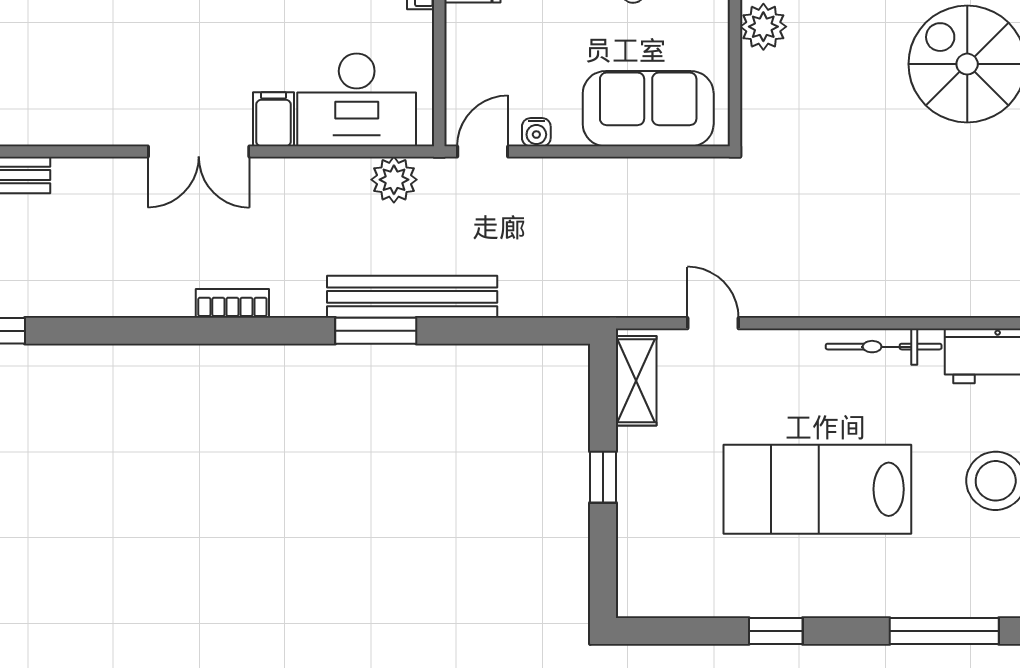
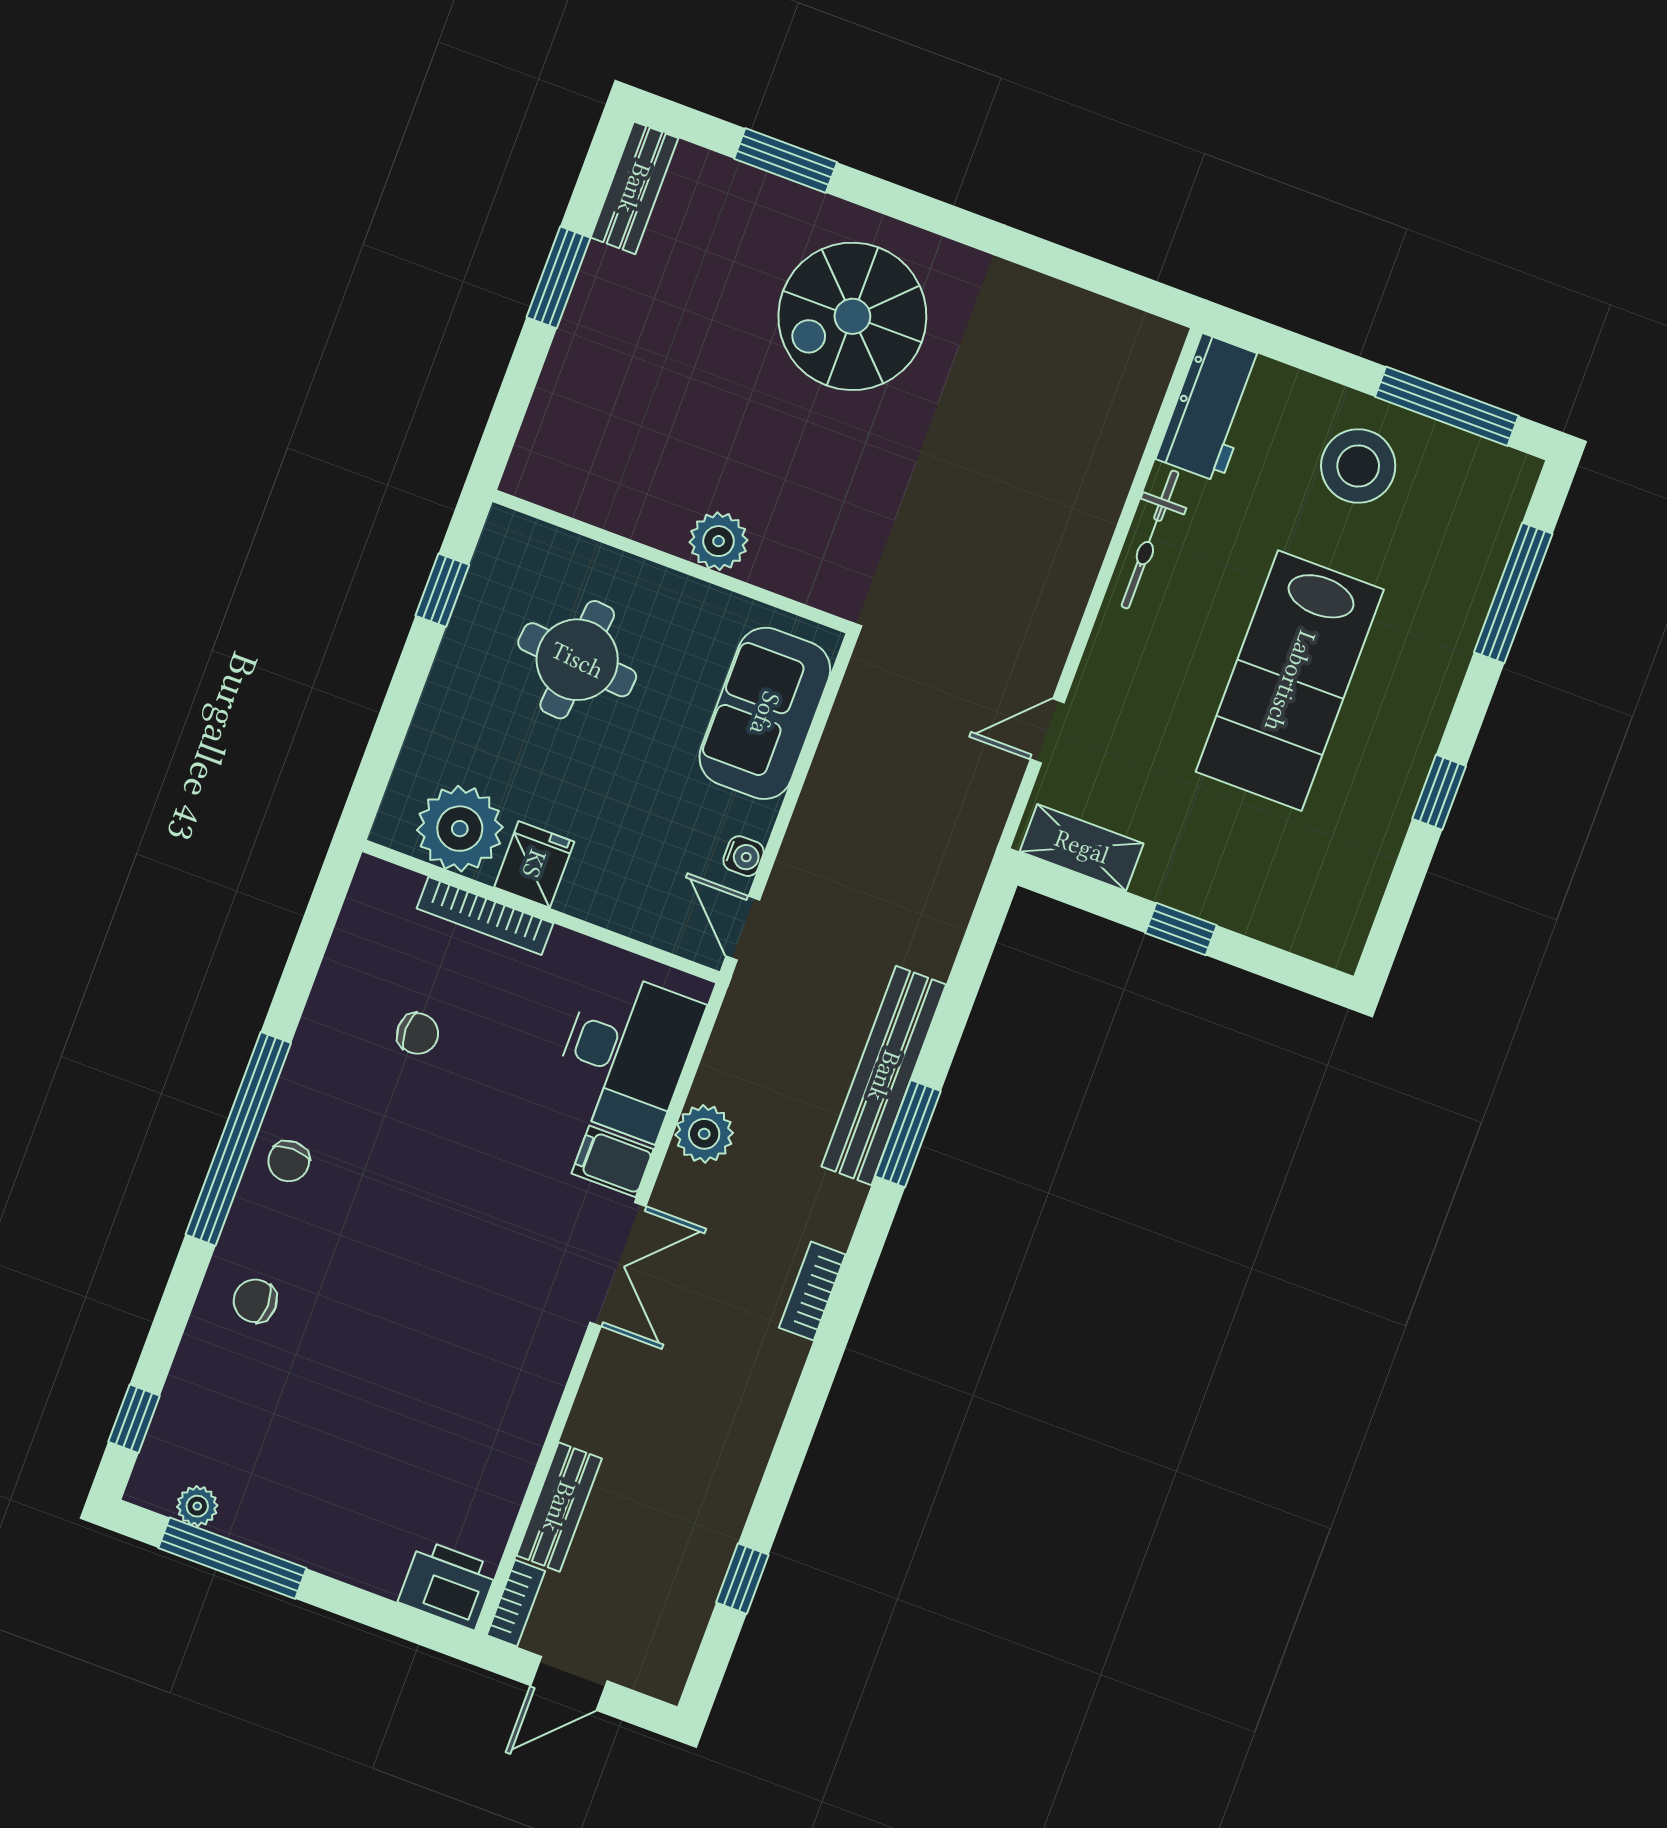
plant: (394, 180) -> (704, 1134), moved

